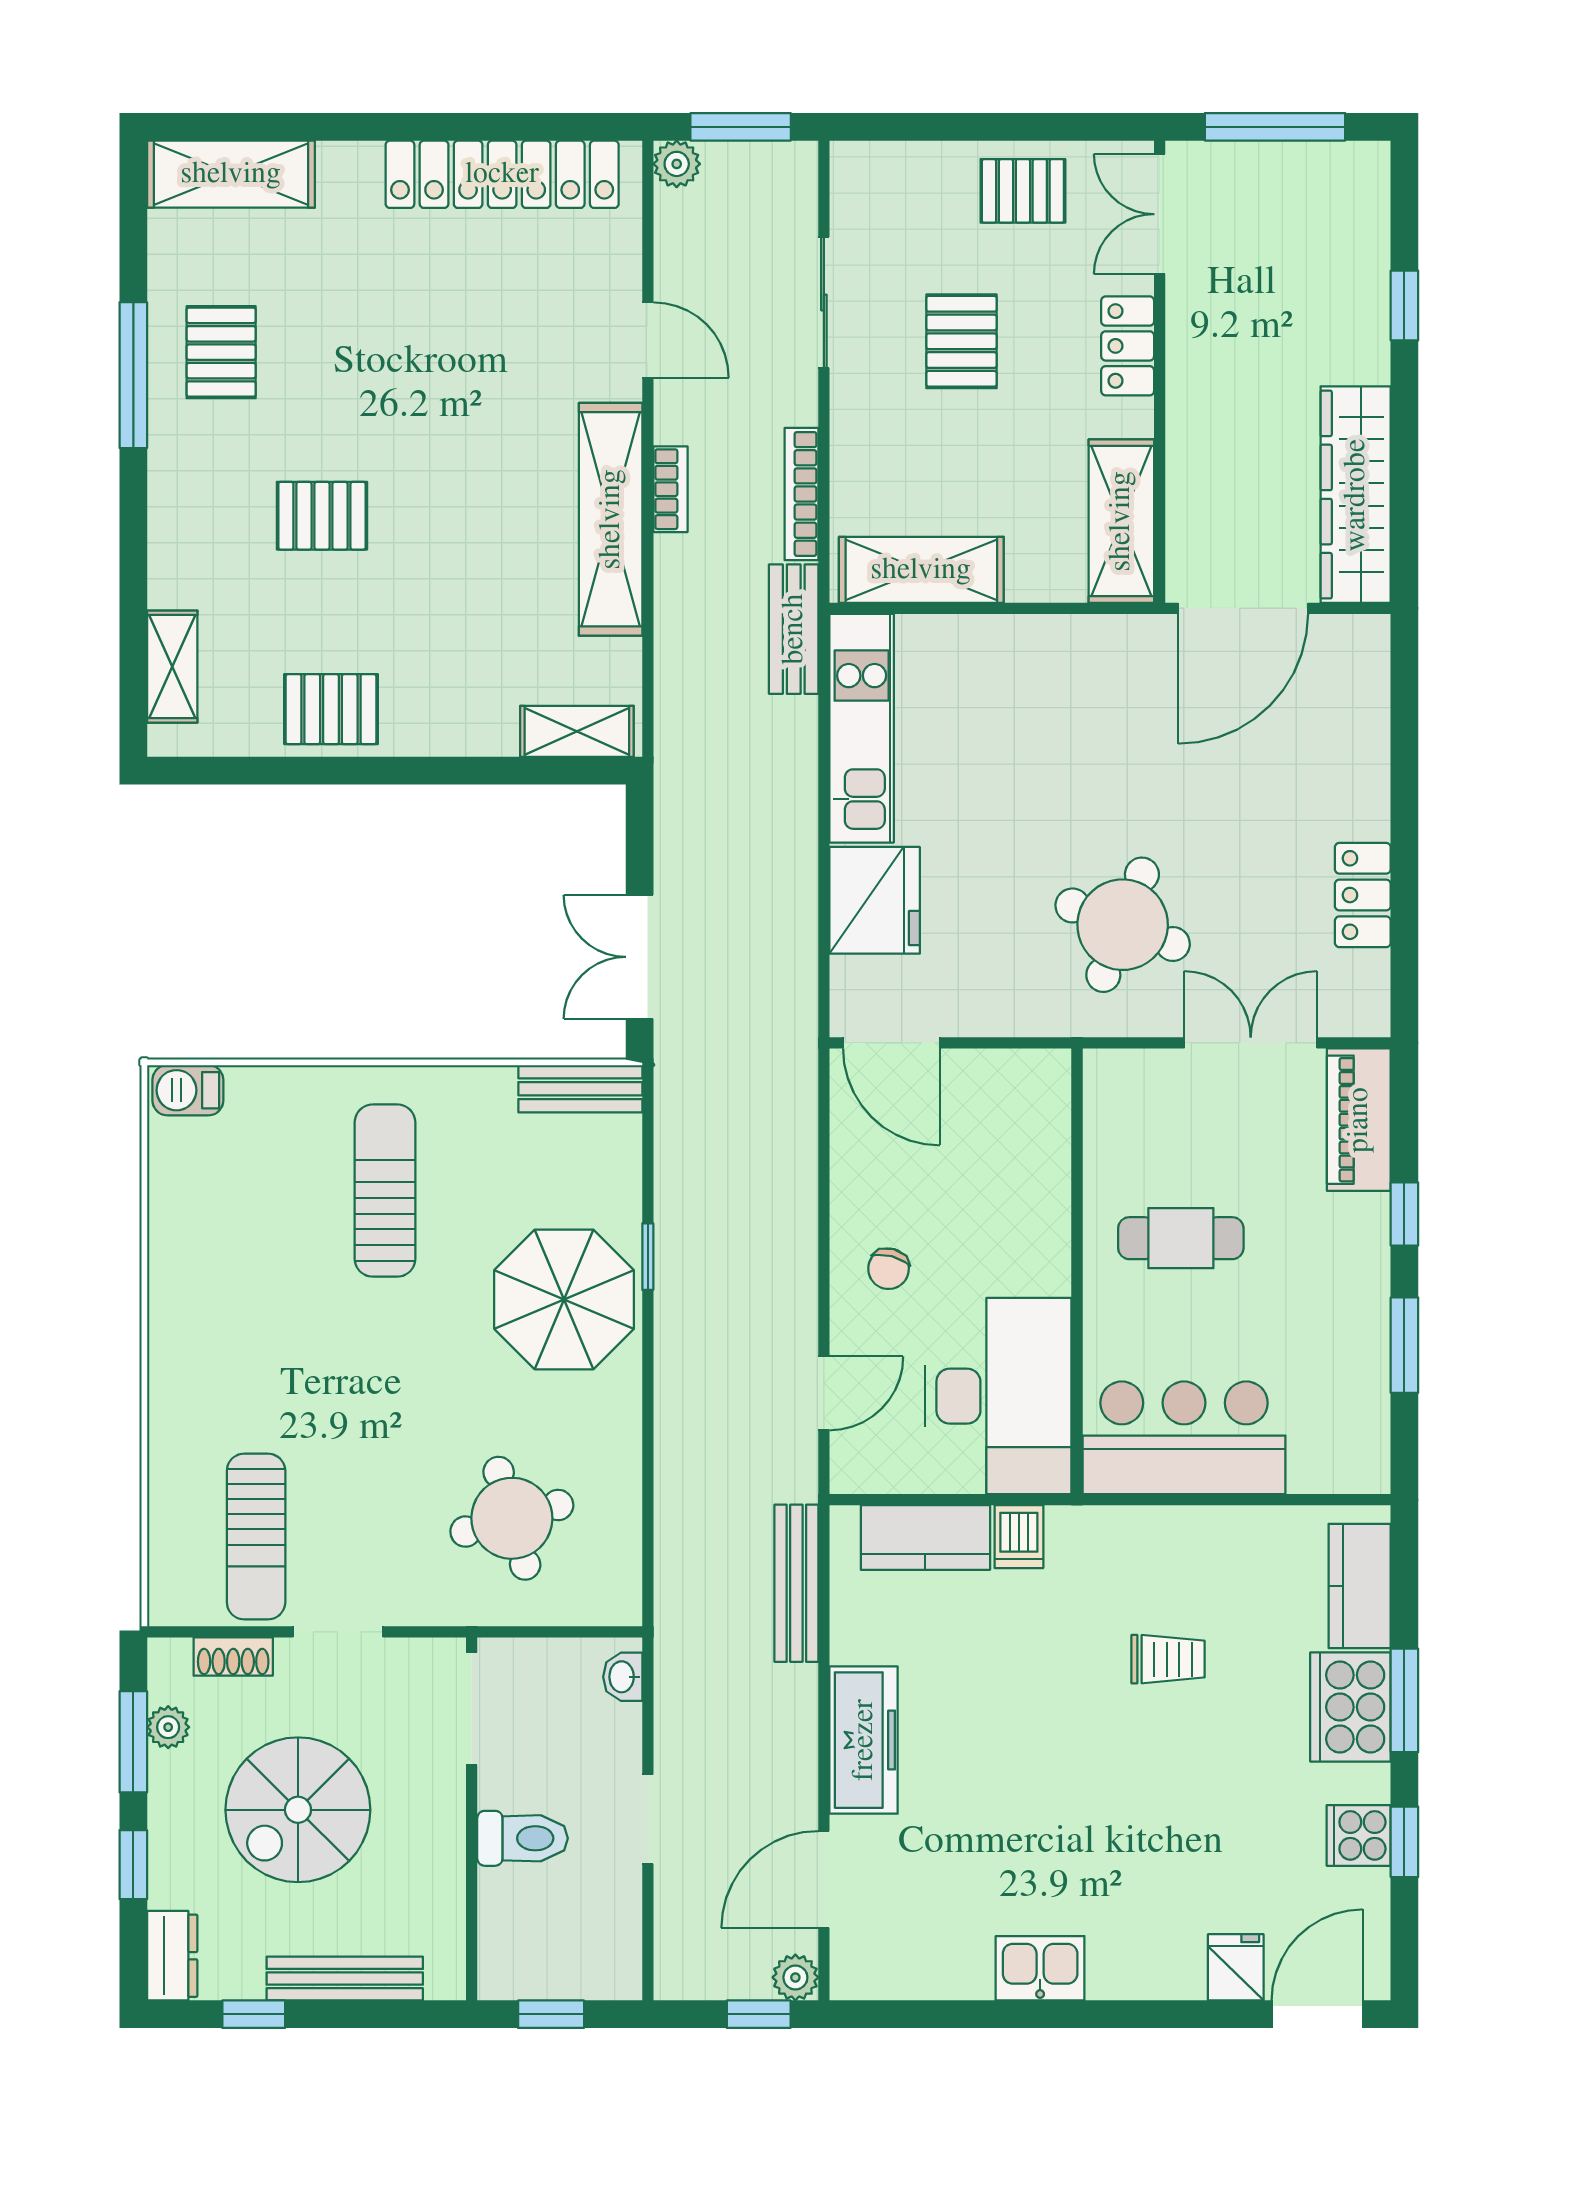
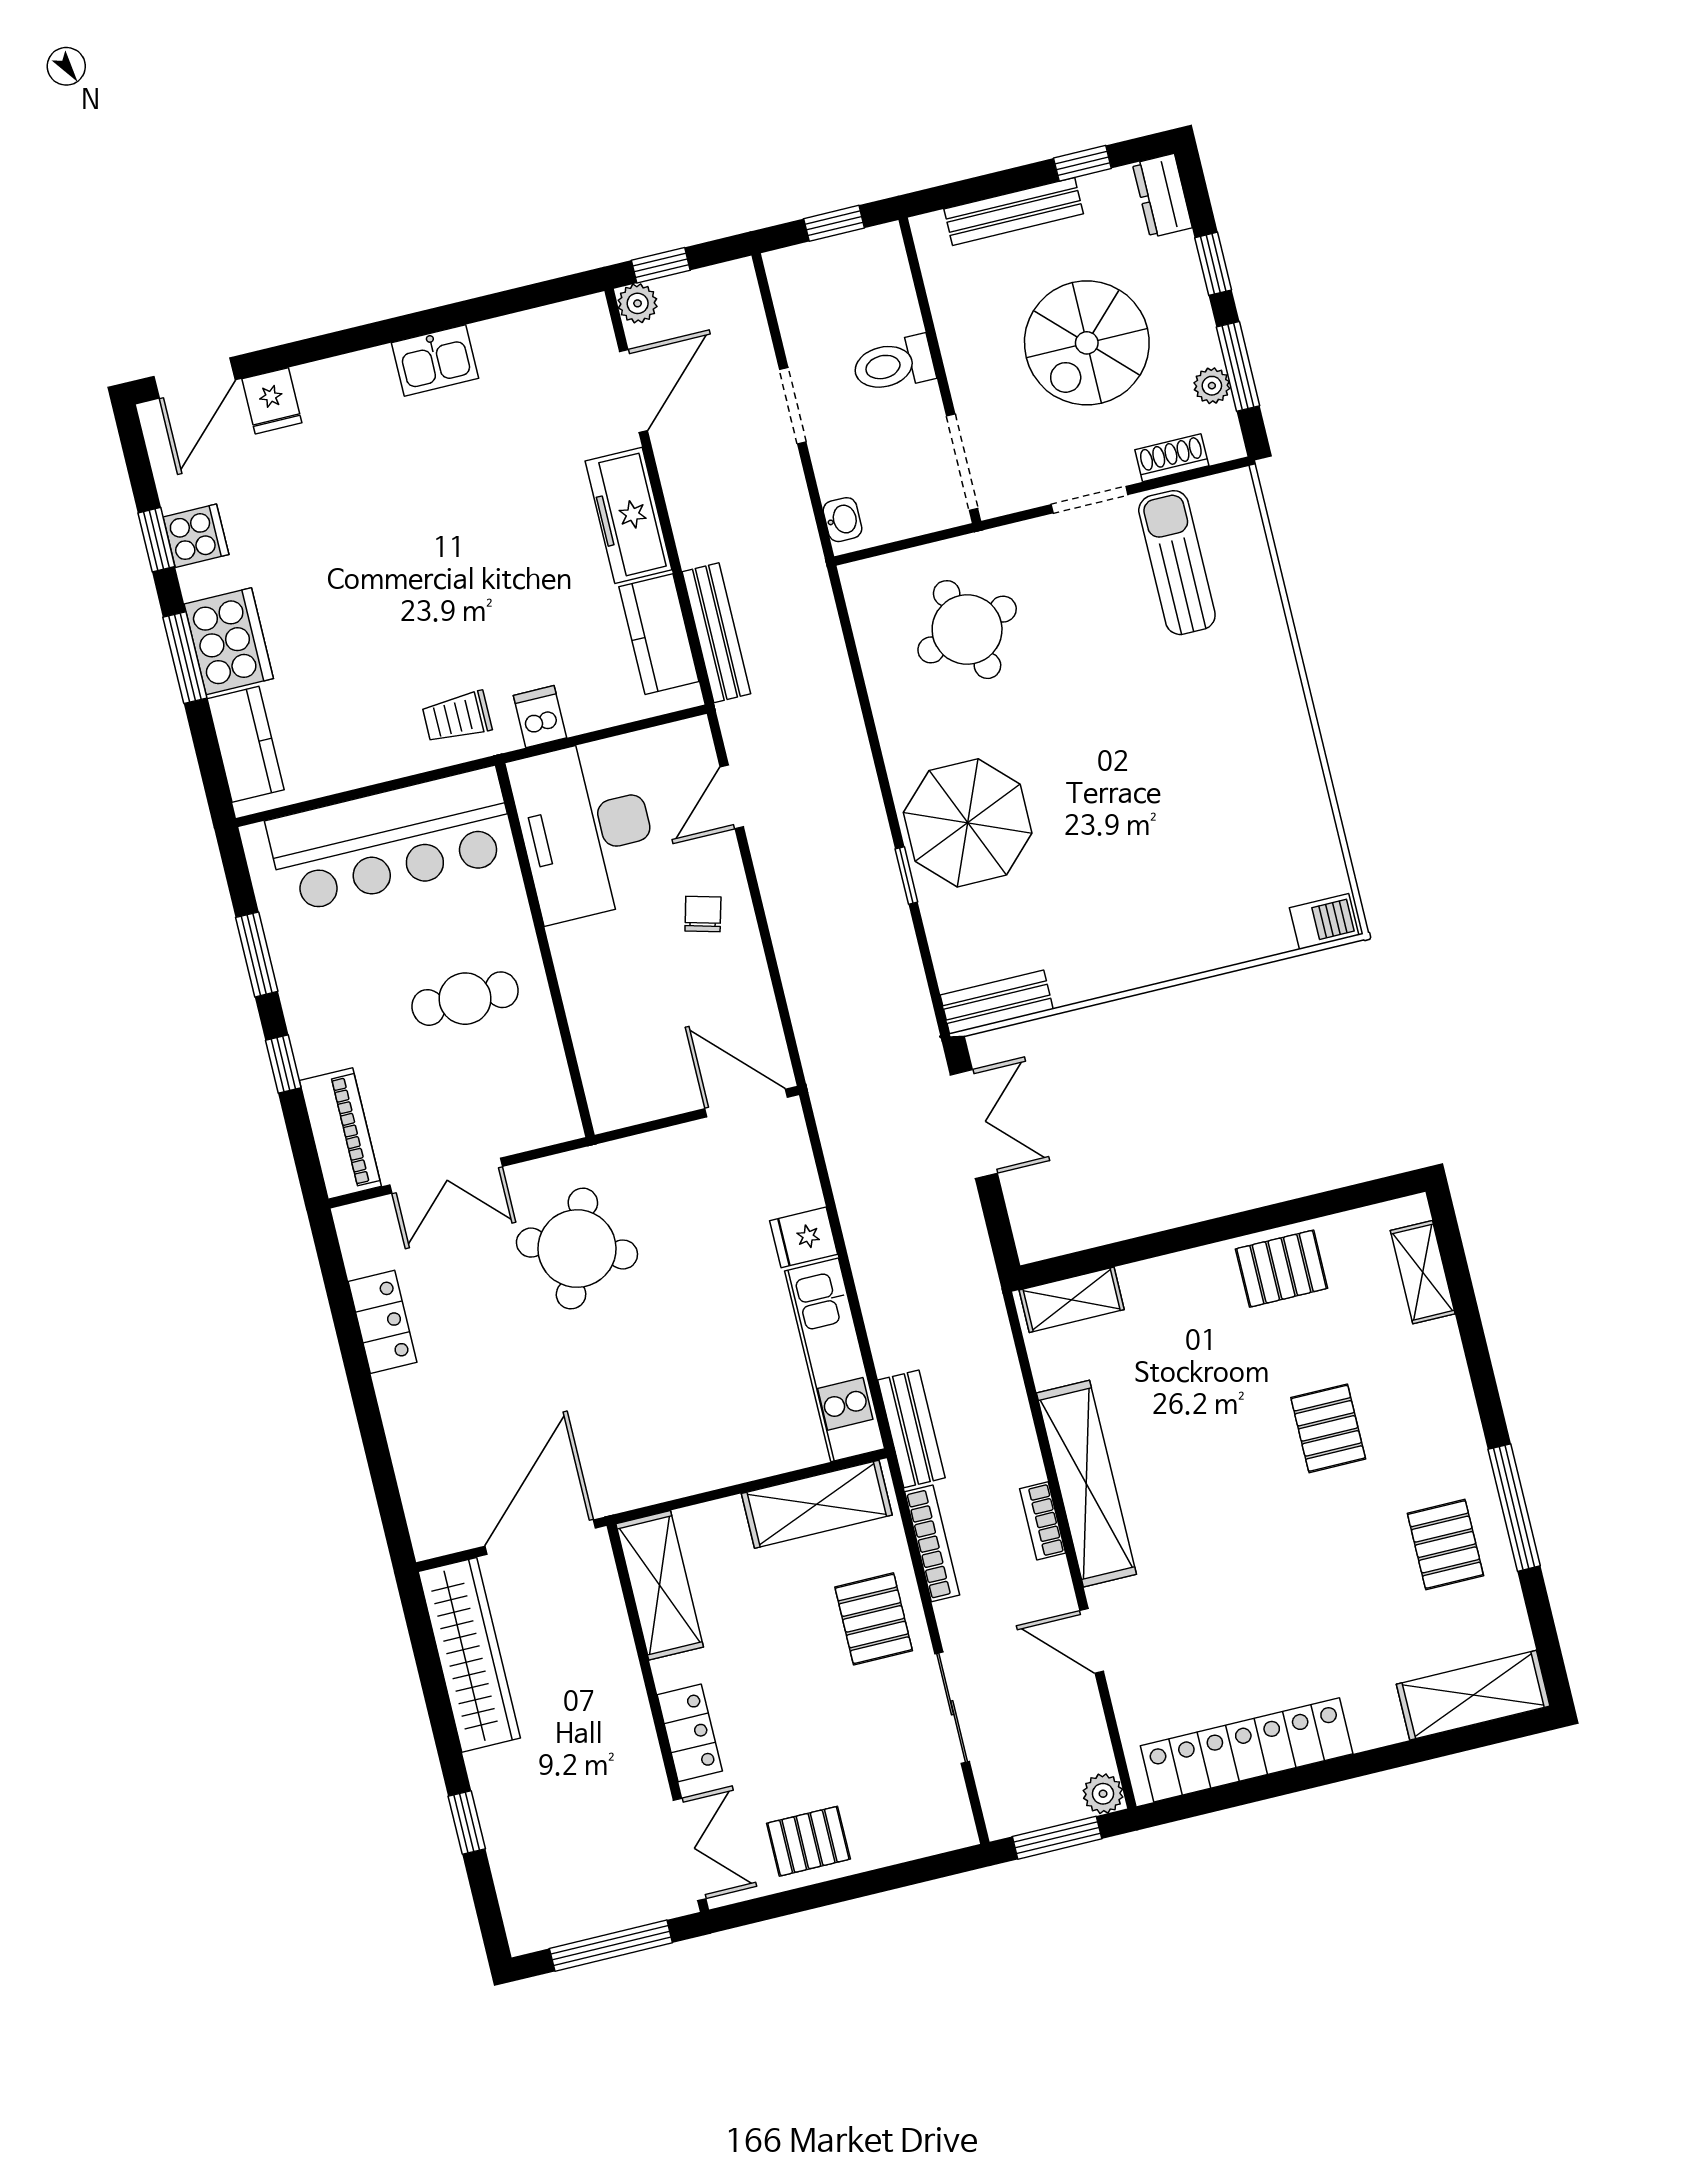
pallet: (962, 341) -> (874, 1619), moved
pallet: (322, 516) -> (1328, 1428), turned 90
fridge: (875, 900) -> (804, 1237), width x0.53, depth x0.75
sun lounger: (385, 1191) -> (1139, 878), removed
bar counter: (1184, 1438) -> (391, 840), width x1.36
kitchen counter: (925, 1538) -> (659, 634), moved, turned -90
trolley: (1168, 1659) -> (457, 717), moved
spiral stairs: (298, 1810) -> (1087, 343), turned 180

